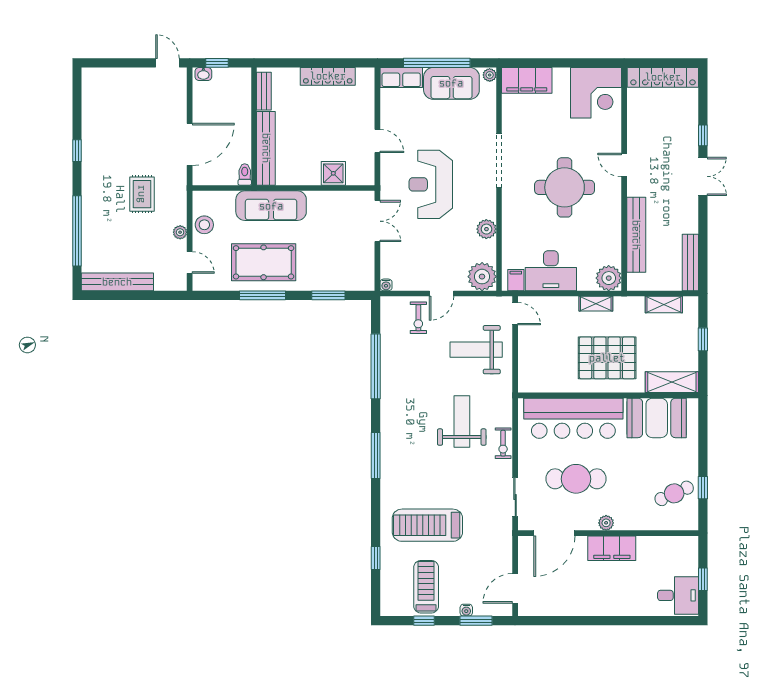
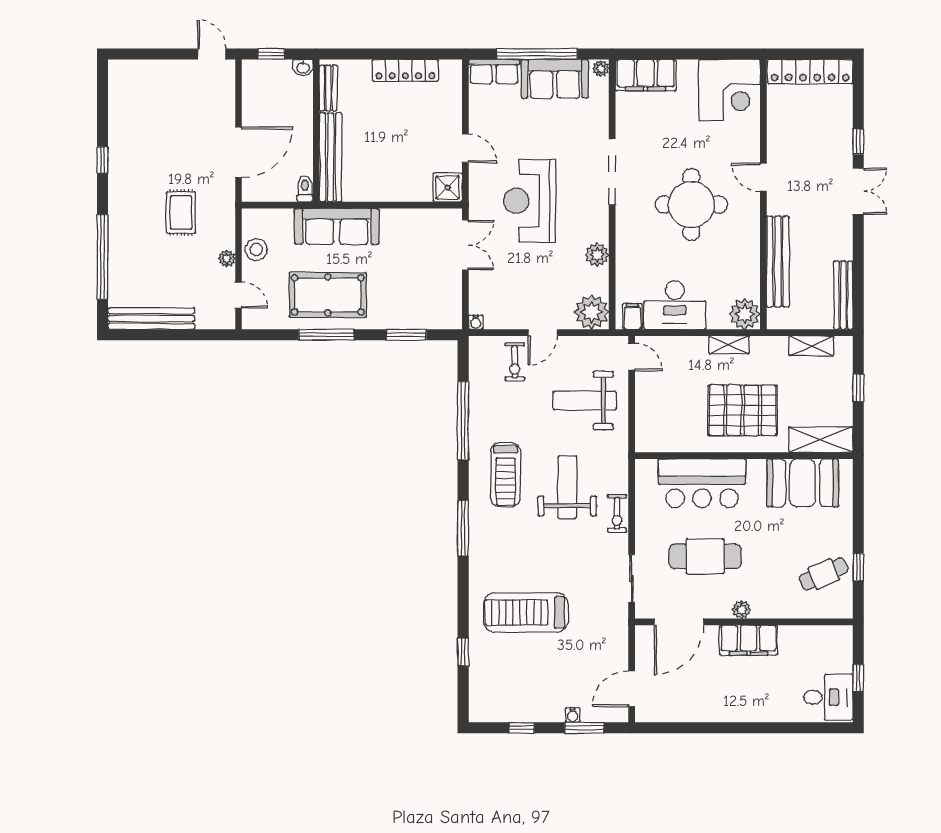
washbasin: (203, 74) -> (303, 67), moved
shower: (333, 173) -> (448, 187), moved
bar counter: (573, 418) -> (702, 483), width x0.73
treadmill: (426, 587) -> (506, 475), moved, turned 180

